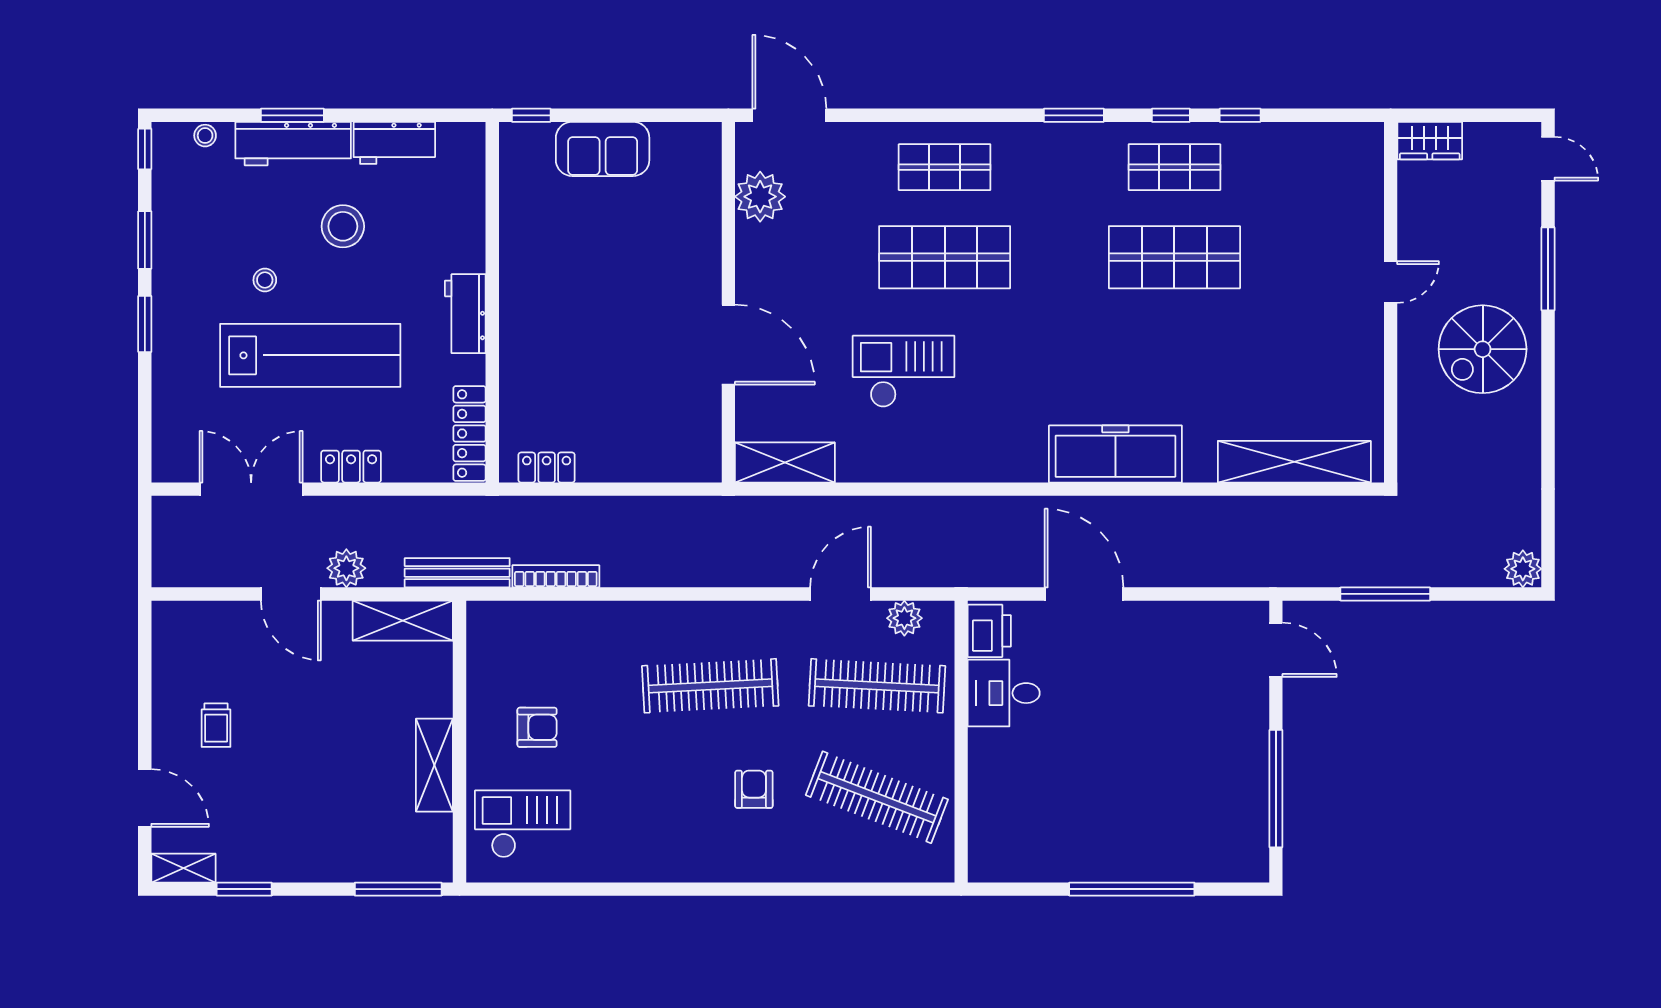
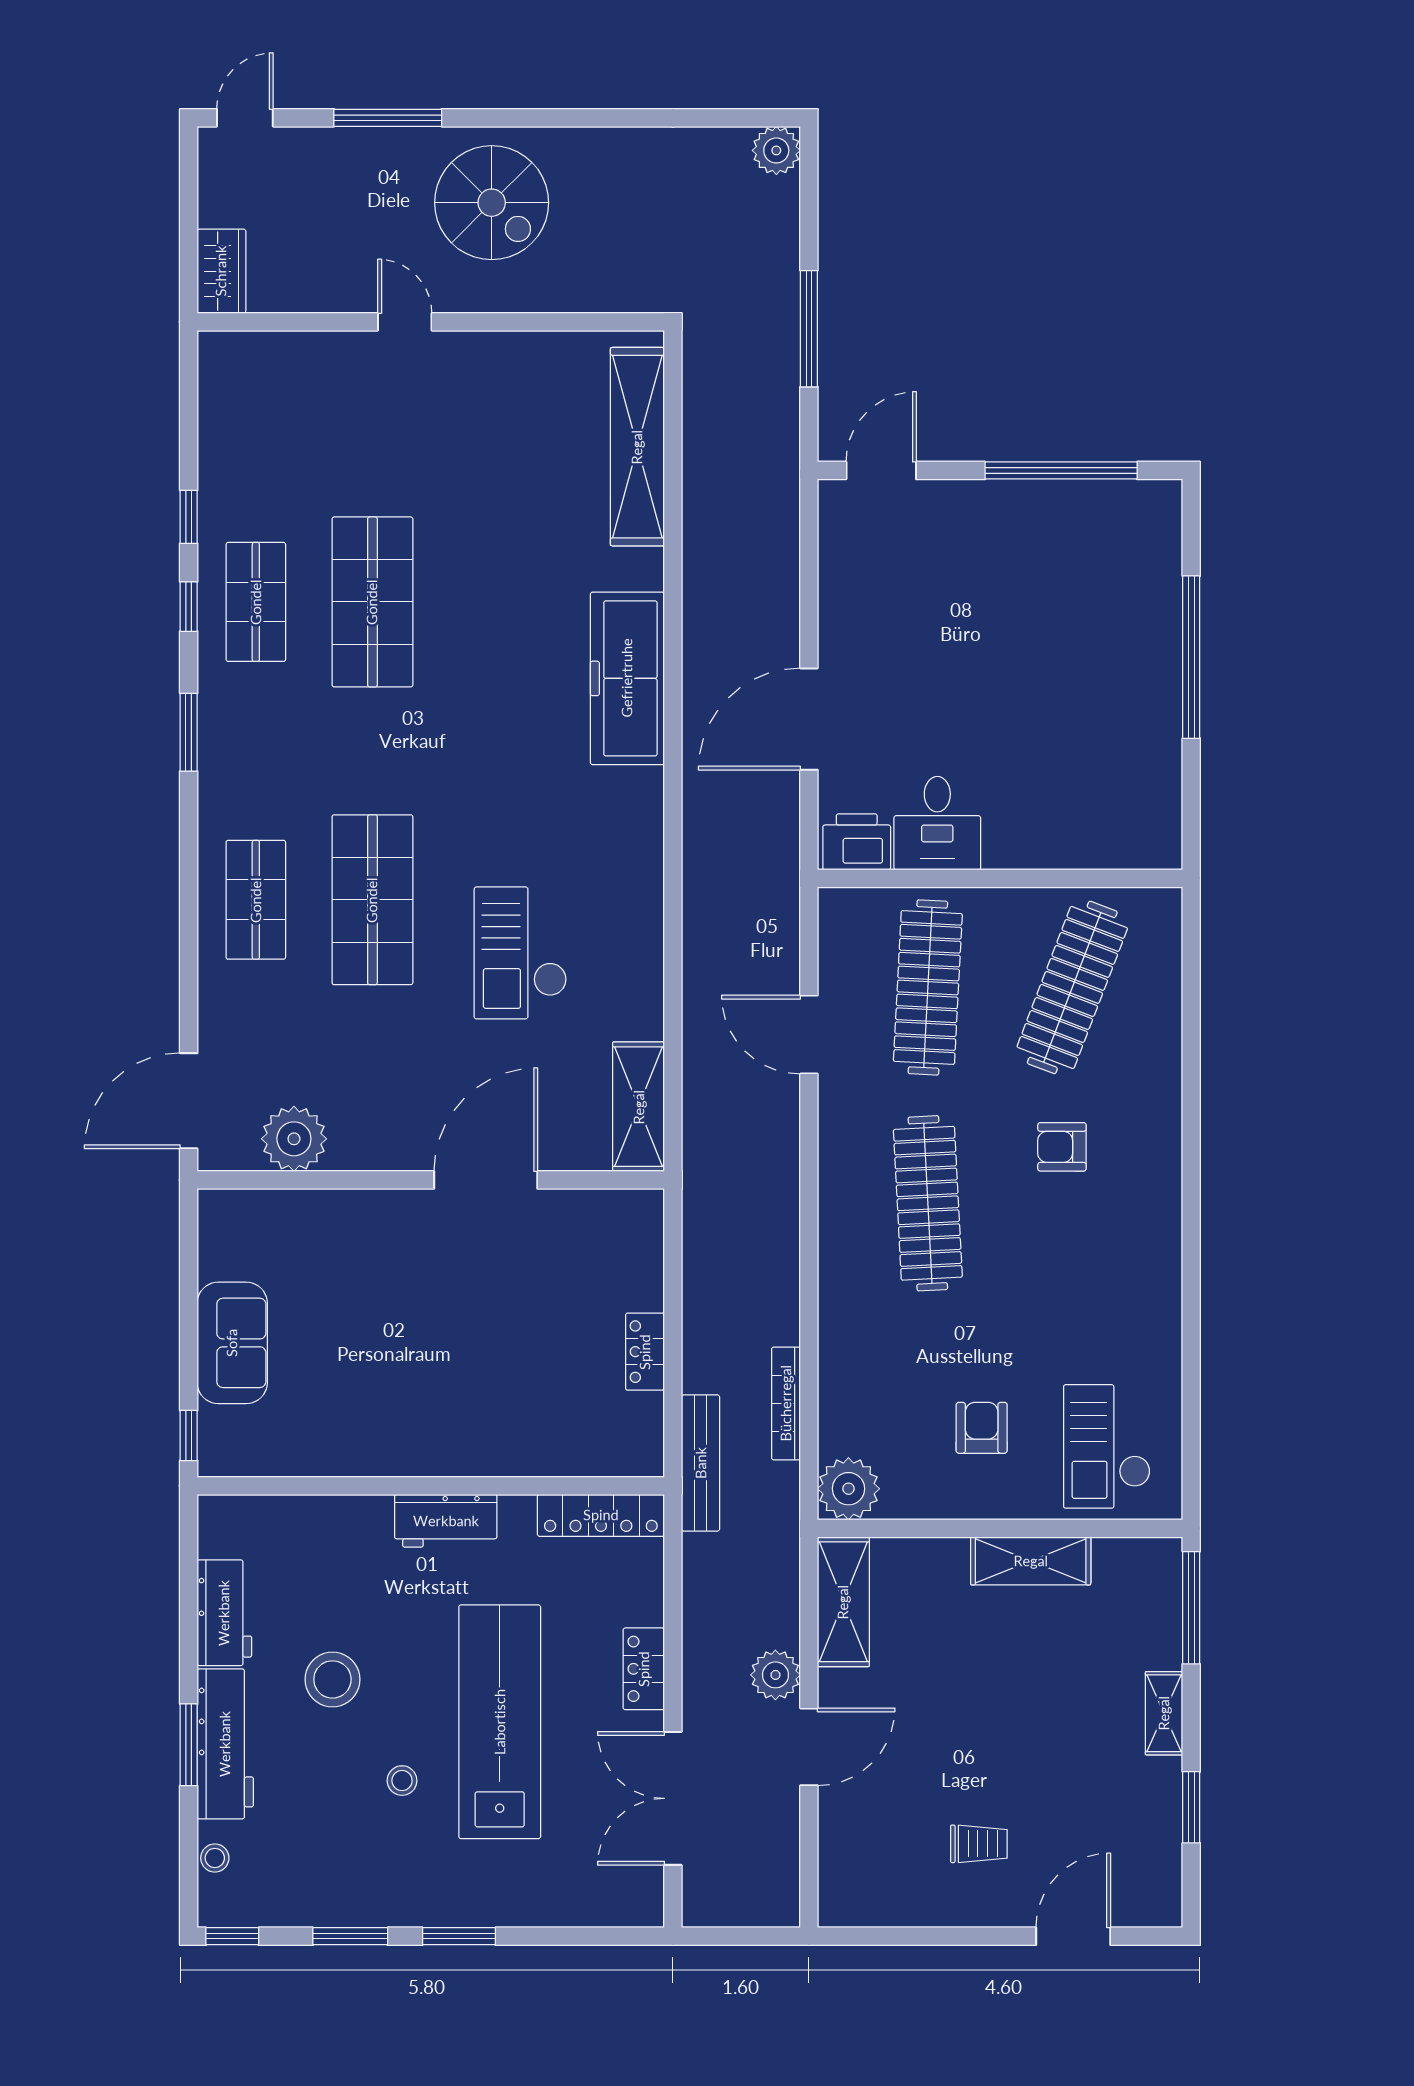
locker: (547, 468) -> (645, 1352), moved
bench: (457, 573) -> (701, 1463), moved
plant: (904, 618) -> (848, 1489), moved, width x1.36, depth x1.36
shelving: (183, 868) -> (1164, 1713), moved

